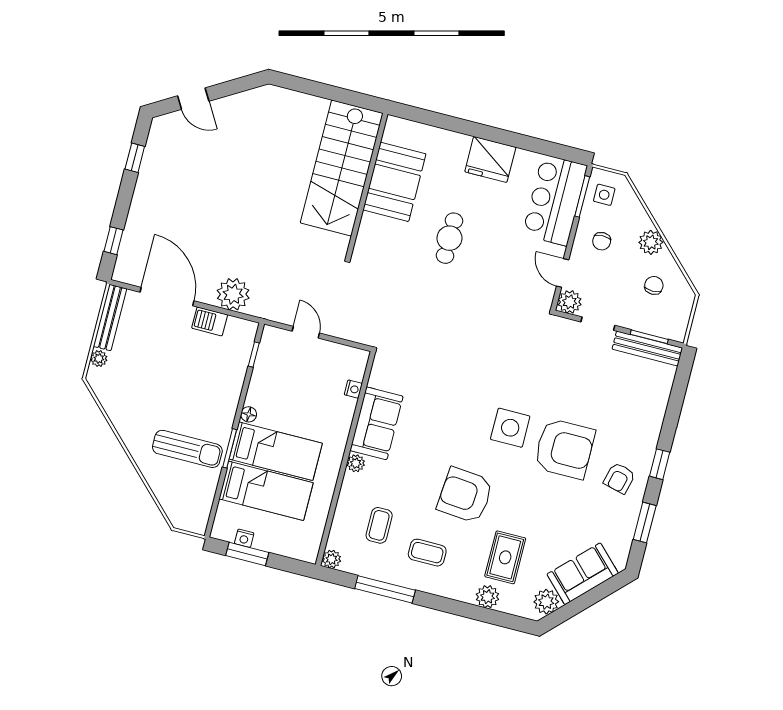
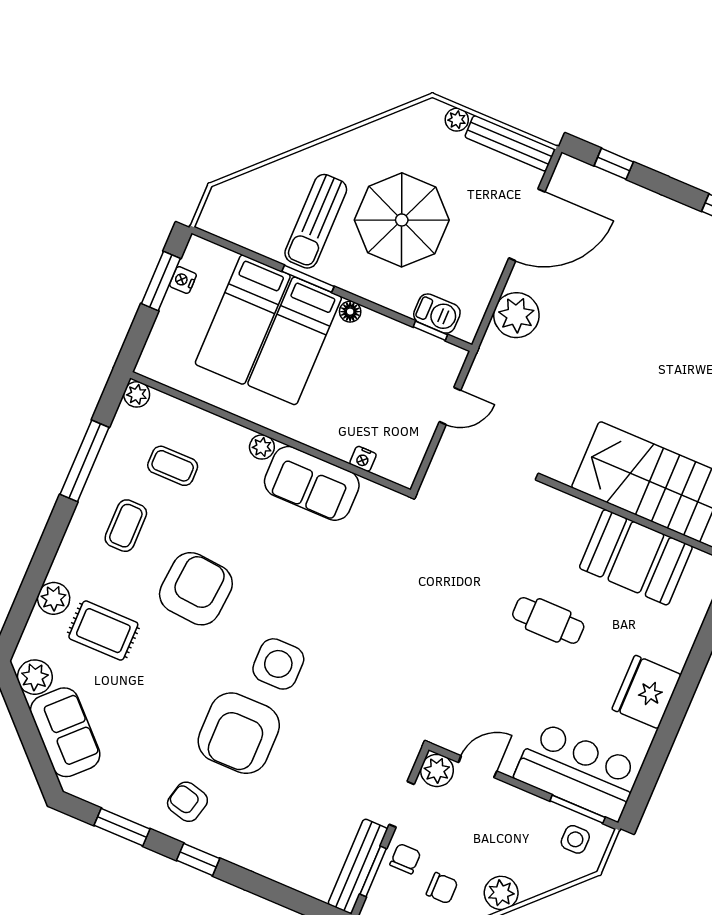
chair: (602, 241) -> (405, 859), moved, turned 90
barbecue: (210, 321) -> (437, 314), moved, turned 90
parasol: (177, 387) -> (402, 220), added

